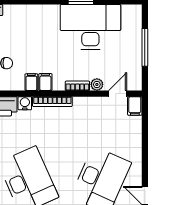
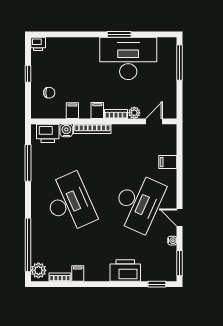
window: (145, 47) -> (180, 62), moved
filing cabinet: (45, 82) -> (97, 110), moved
filing cabinet: (135, 106) -> (168, 162), moved, turned 90

